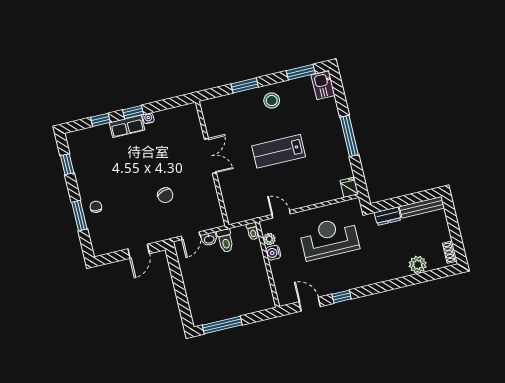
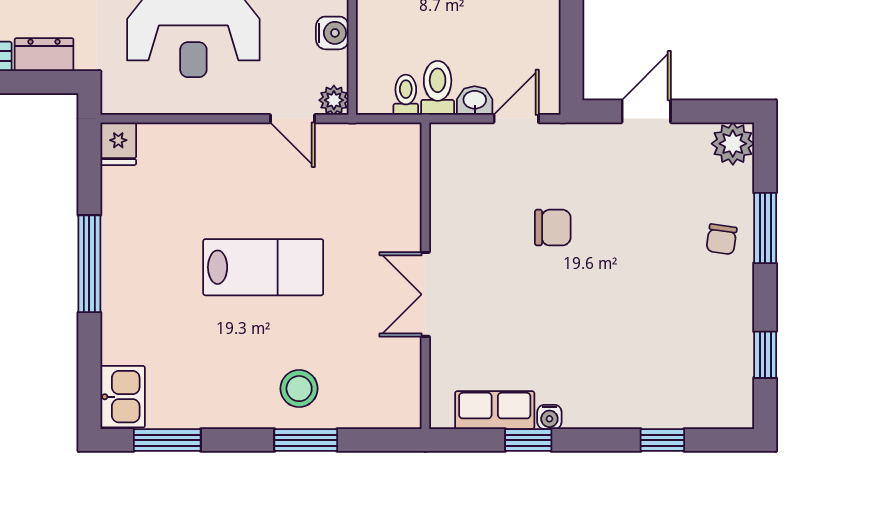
stool: (272, 101) -> (299, 389), moved
window: (133, 112) -> (528, 440), moved
row of seats: (127, 126) -> (495, 410), moved
chair: (165, 195) -> (553, 228), turned 107
toilet: (253, 231) -> (406, 95), moved
plant: (269, 239) -> (334, 100), moved
plant: (101, 247) -> (733, 144), added

